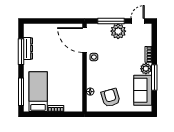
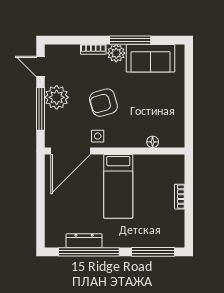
window: (21, 52) -> (89, 252), width x1.46
bed: (38, 92) -> (118, 186), moved, turned -90
armchair: (111, 98) -> (103, 103), moved

